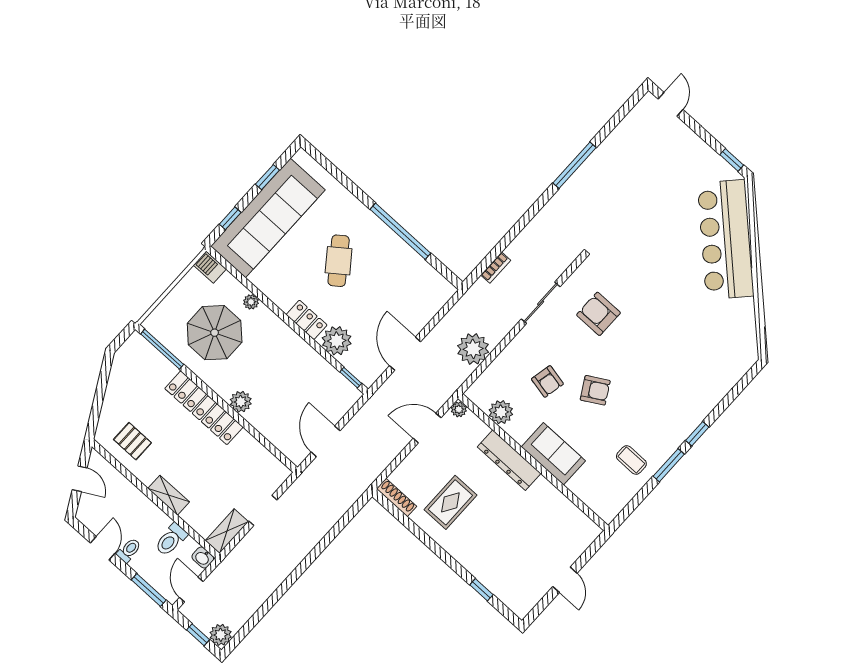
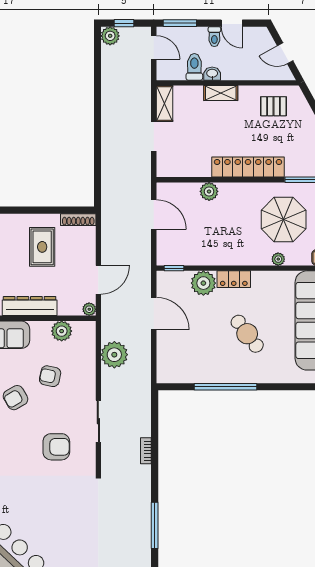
bookcase: (496, 268) -> (146, 451), moved
plant: (241, 402) -> (209, 191), moved
washbasin: (203, 558) -> (212, 74), moved

